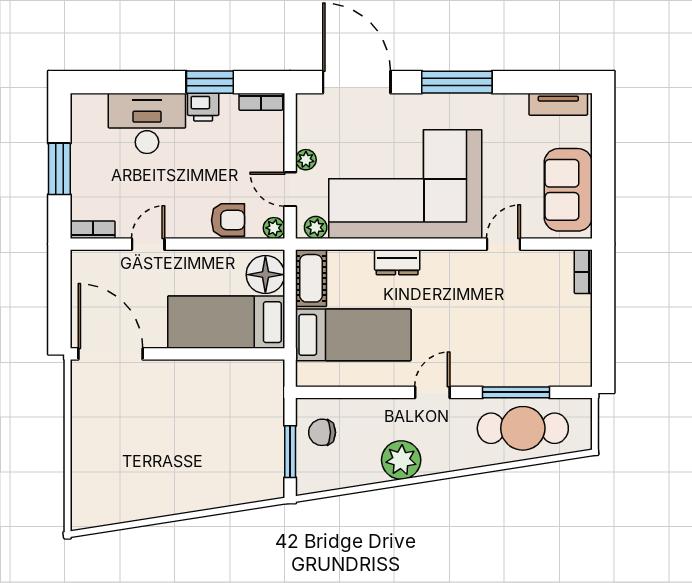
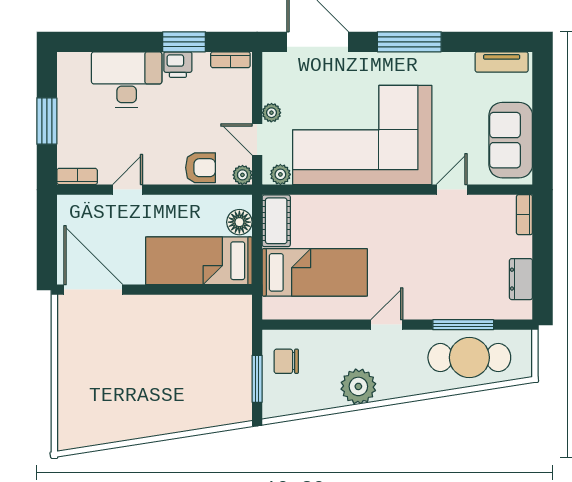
dresser: (397, 262) -> (521, 279), moved, turned 90
floor lamp: (265, 275) -> (239, 222), width x0.73, depth x0.73

